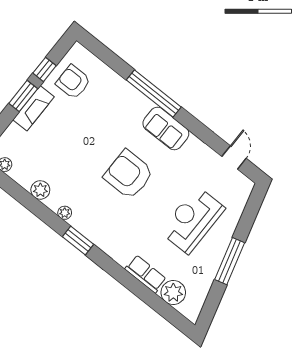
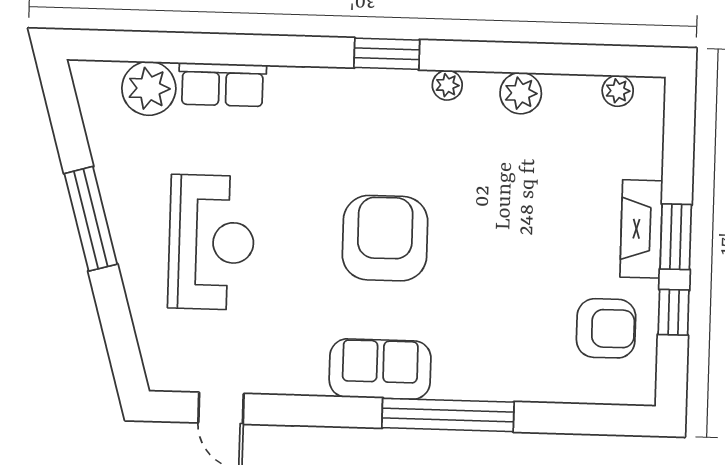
armchair: (129, 174) -> (385, 238), turned -90

